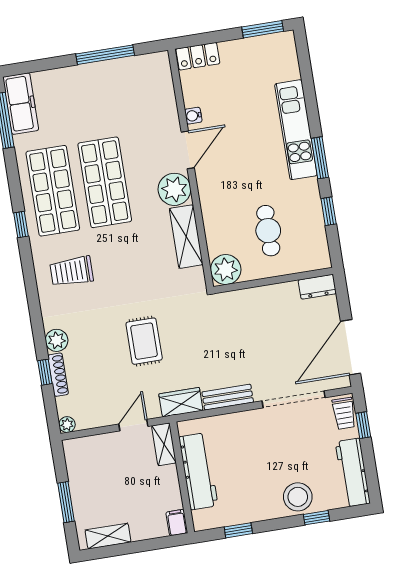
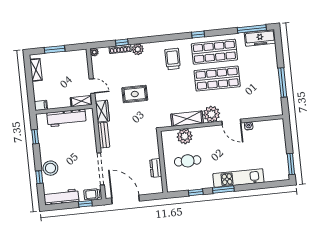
locker: (198, 56) -> (279, 130), removed
plant: (226, 270) -> (185, 136), moved
dresser: (317, 287) -> (156, 168), moved

